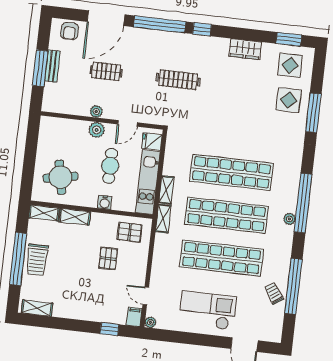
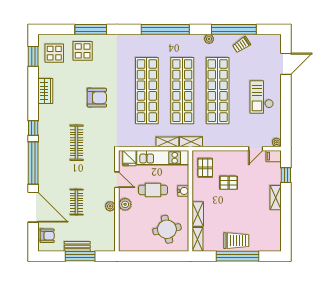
armchair: (230, 111) -> (97, 98), added
plant: (289, 219) -> (209, 39), moved
shelving: (37, 308) -> (276, 198), moved
checkout: (208, 311) -> (262, 97), width x0.73, depth x0.83

